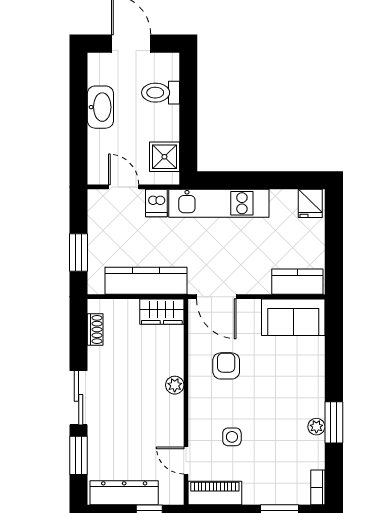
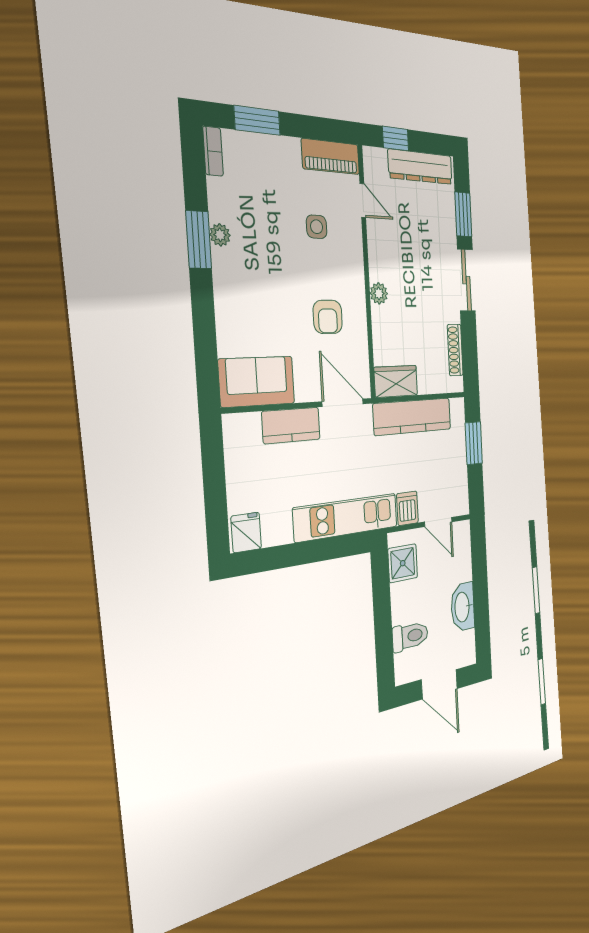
kitchen counter: (297, 282) -> (291, 425), moved
shoe rack: (95, 329) -> (455, 350), width x1.43

